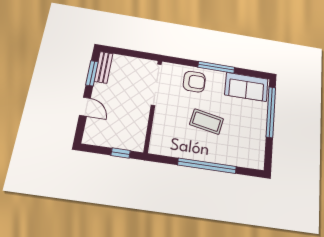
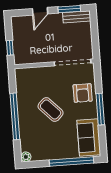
coffee table: (207, 122) -> (51, 109), turned -55
plant: (258, 163) -> (26, 157), added

